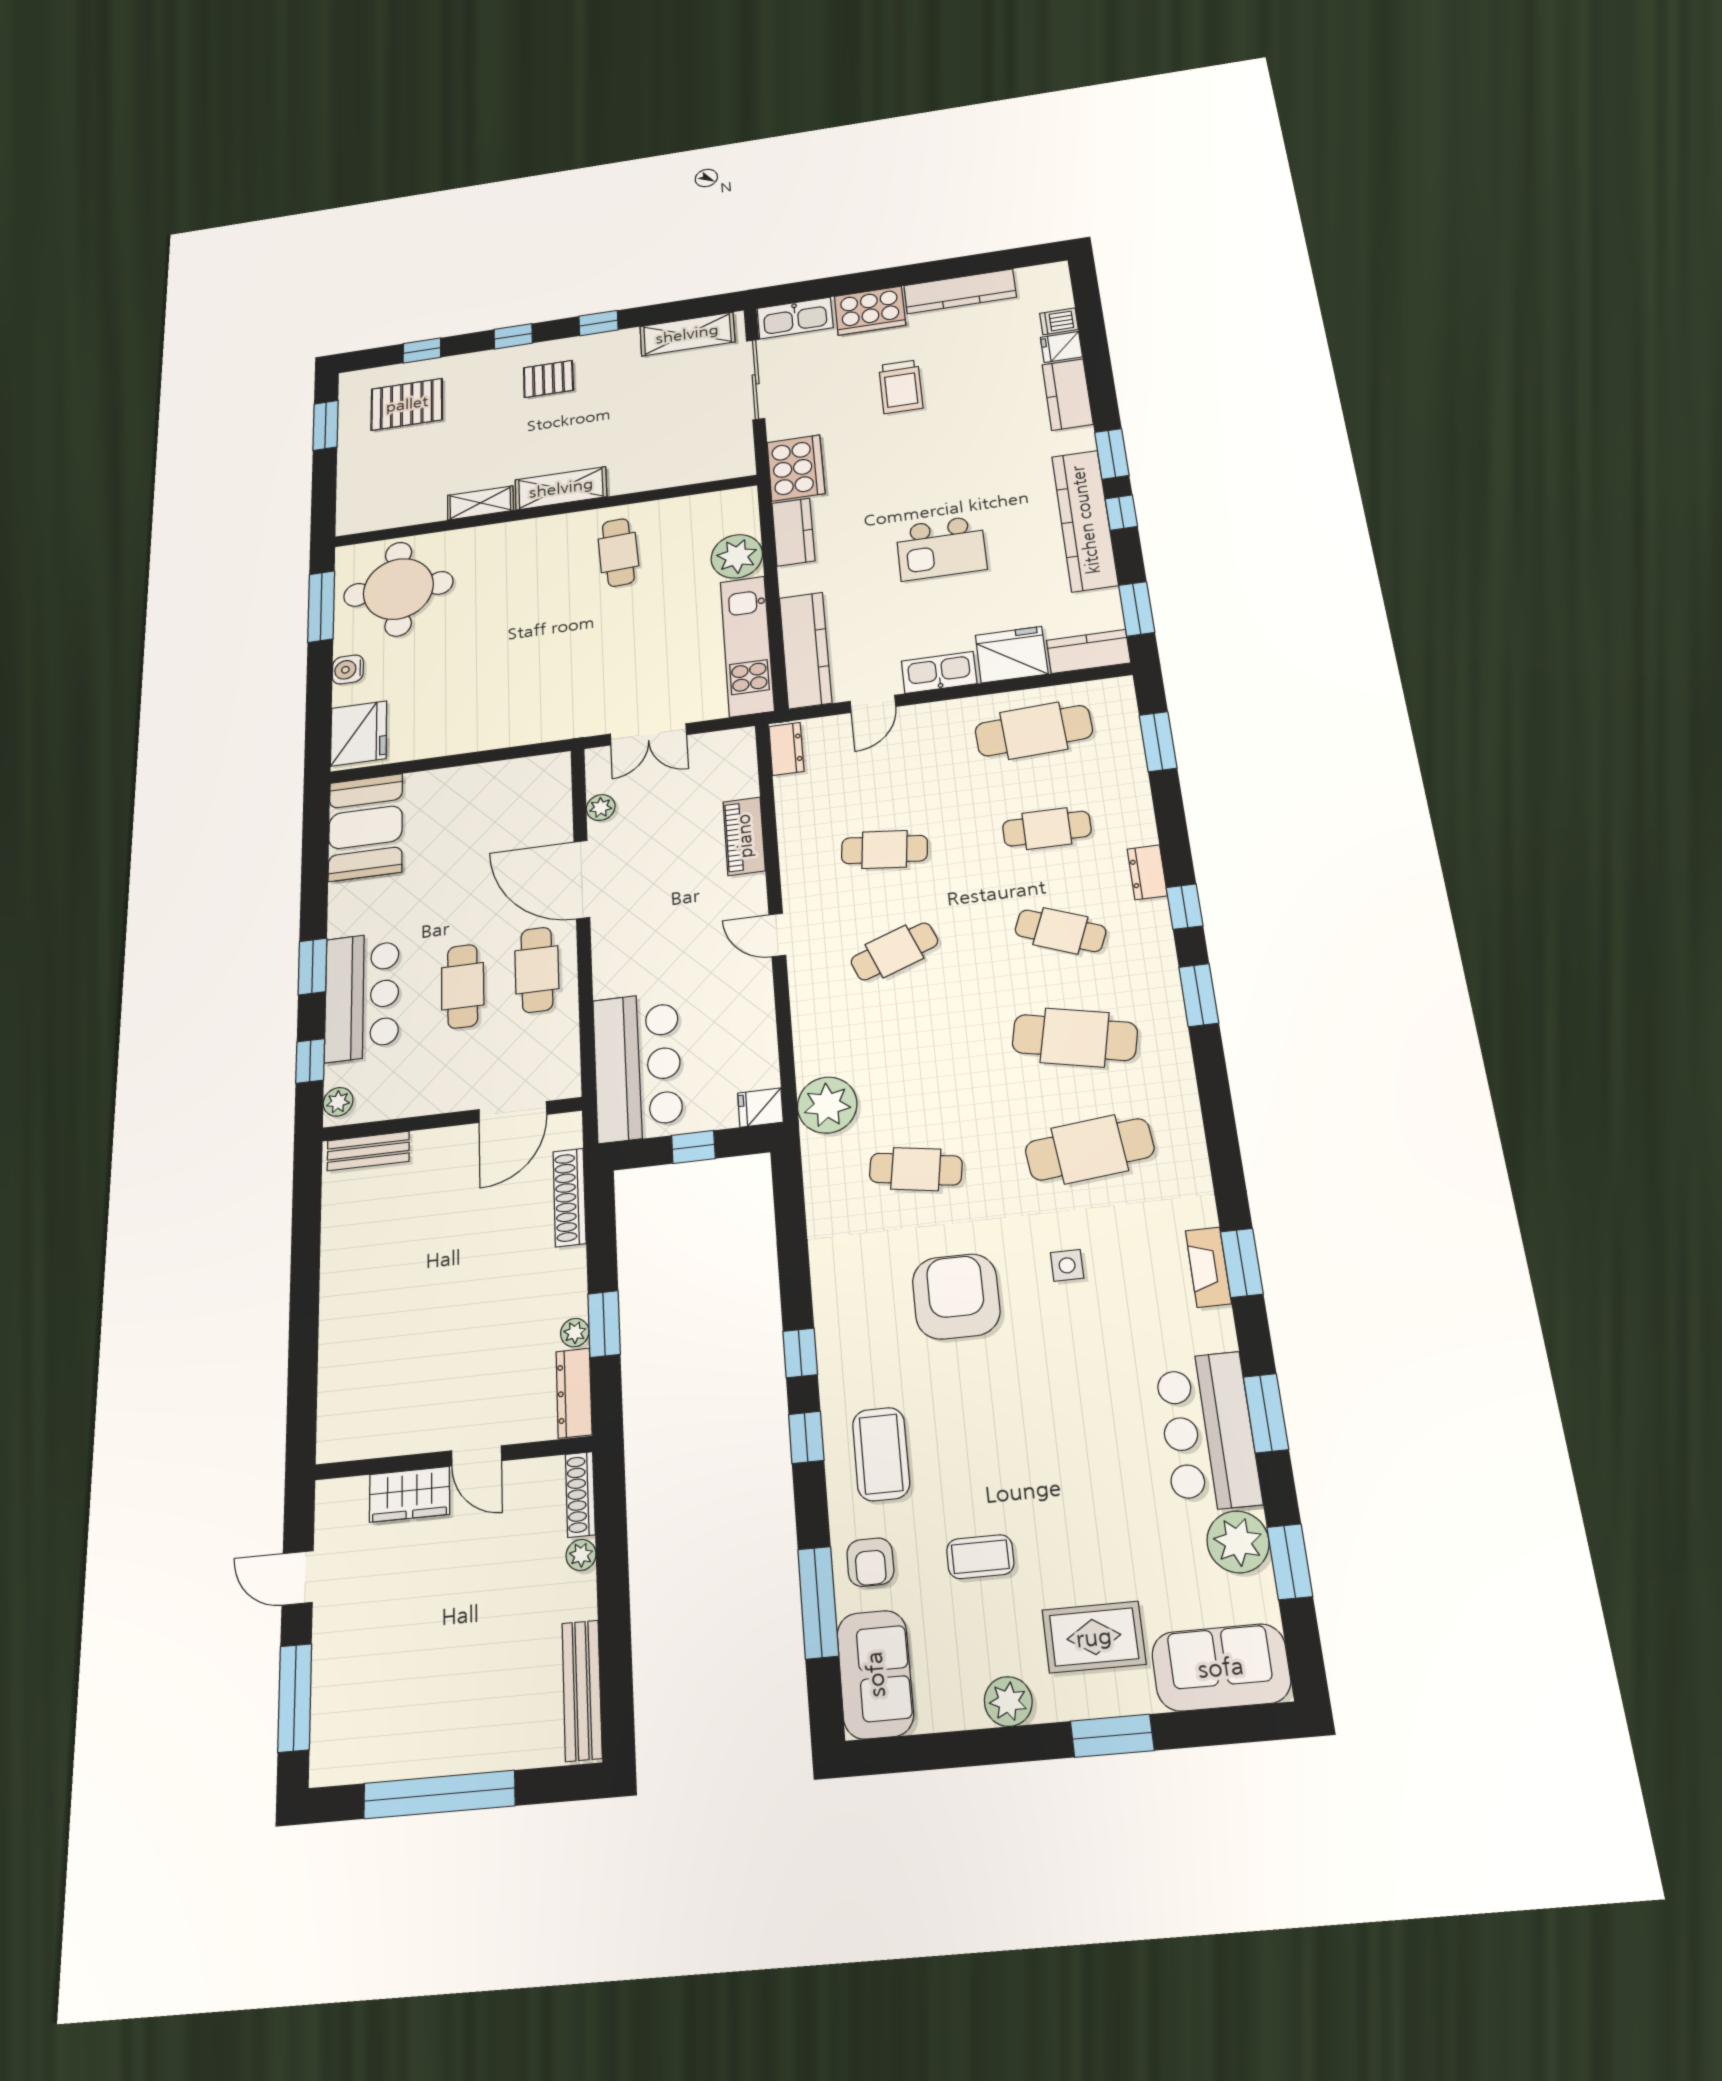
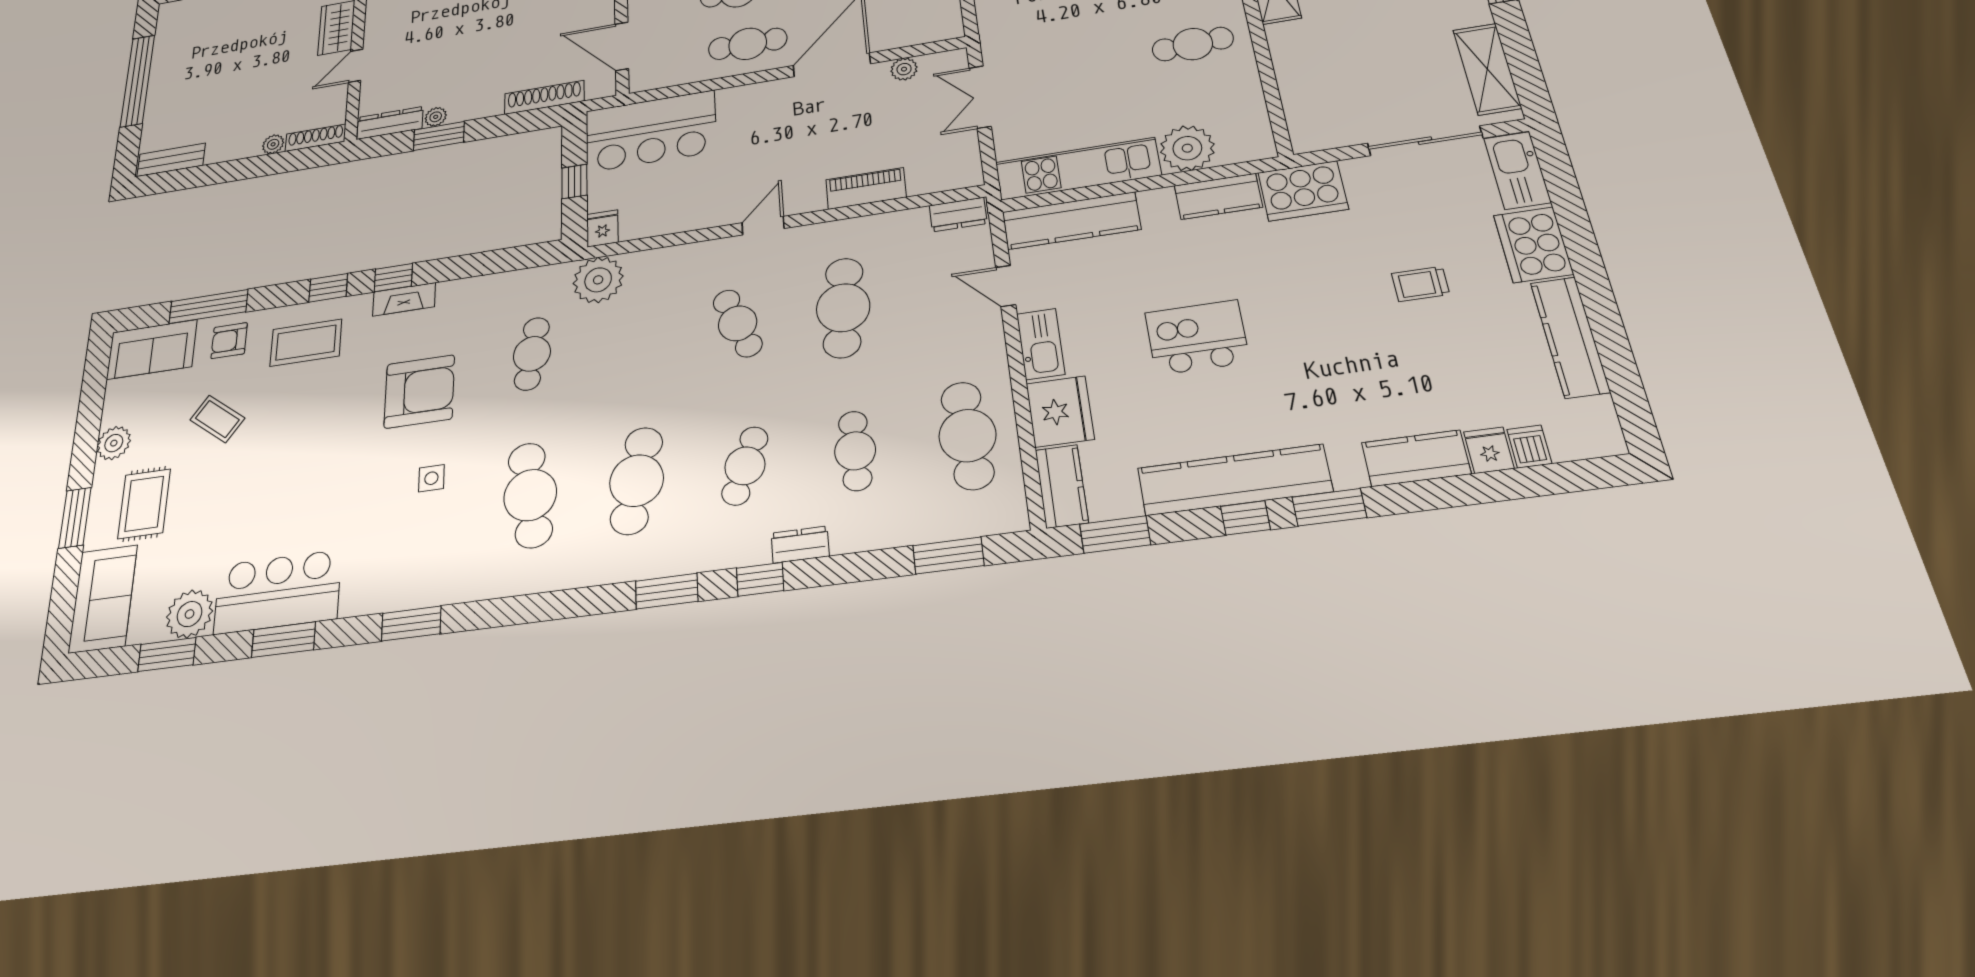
trolley: (901, 387) -> (1420, 284), width x0.73, depth x0.72
kitchen island: (941, 548) -> (1197, 337), turned 90
cafe table: (884, 849) -> (843, 308), width x1.37, depth x1.35
fireplace: (1208, 1267) -> (404, 299), moved, turned 180
coffee table: (980, 1557) -> (217, 419), turned -53
bench: (582, 1690) -> (171, 160), width x0.73

